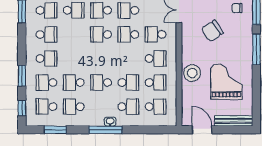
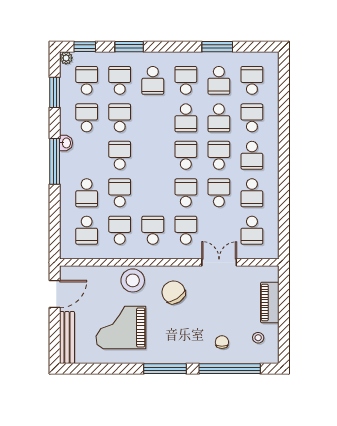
chair: (212, 31) -> (174, 292), moved
school desk: (46, 34) -> (186, 80), turned 180
school desk: (74, 34) -> (186, 118), added
school desk: (156, 58) -> (153, 230), turned 180
grand piano: (226, 82) -> (121, 328), turned 180
school desk: (128, 83) -> (120, 193), turned 180
school desk: (156, 83) -> (120, 230), turned 180
plant: (30, 122) -> (66, 58), added
washbasin: (110, 122) -> (66, 143), moved

